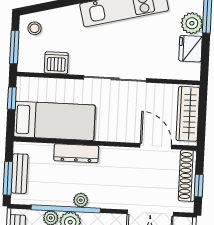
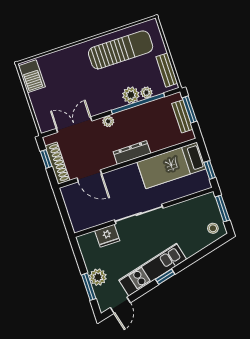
fridge: (190, 49) -> (107, 236), moved, turned 90
dishwasher: (56, 63) -> (187, 209), removed
wardrobe: (188, 114) -> (75, 209), removed
dresser: (76, 153) -> (132, 152), moved
plant: (81, 200) -> (108, 121), moved

